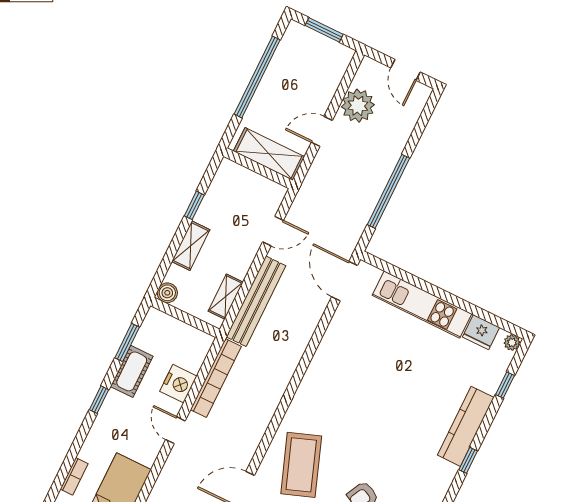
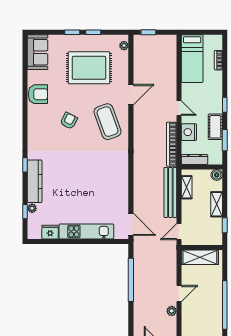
plant: (358, 106) -> (172, 311), width x0.53, depth x0.53
shelving: (269, 154) -> (200, 257), moved
wall: (258, 168) -> (202, 248), moved
dresser: (191, 335) -> (194, 159), added
plant: (512, 342) -> (32, 208), moved

